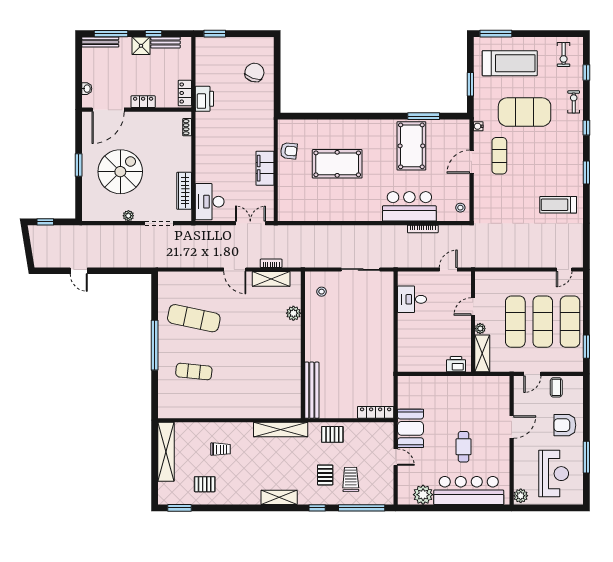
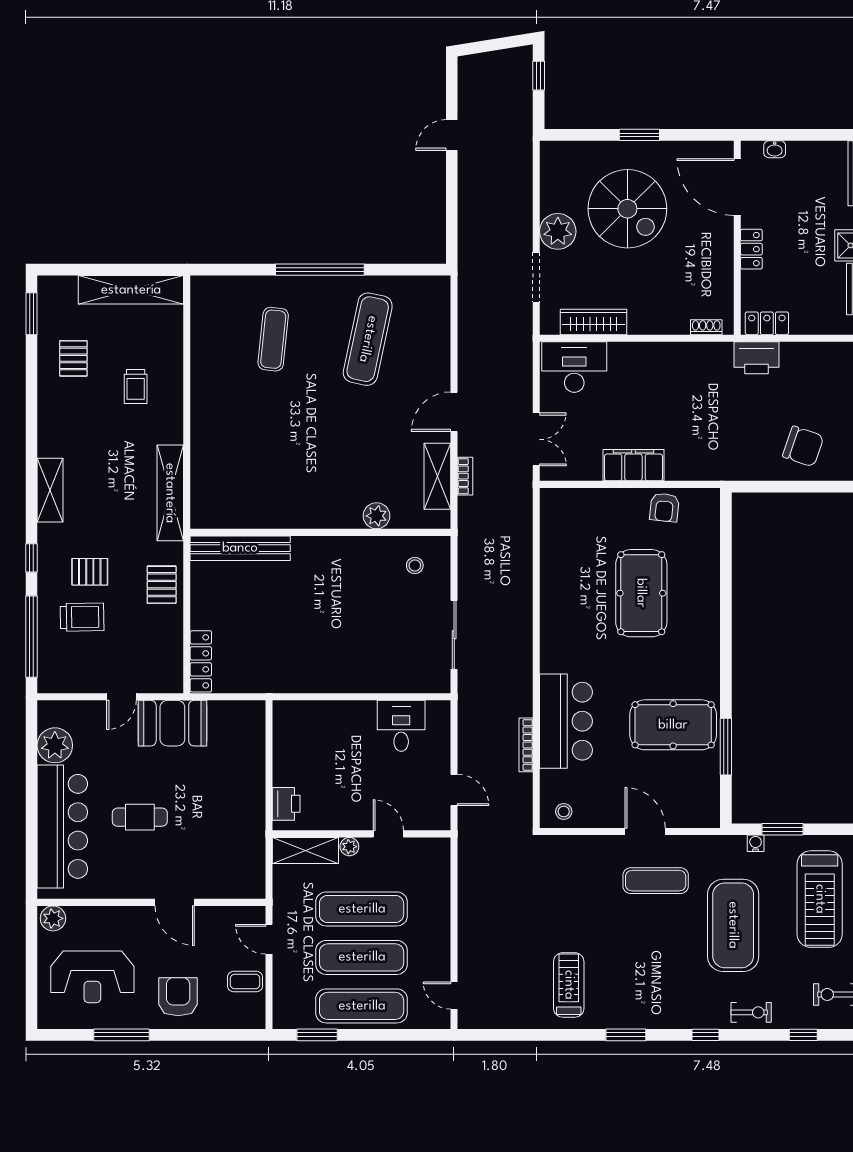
water cooler: (478, 126) -> (756, 843), moved
plant: (128, 216) -> (558, 231), width x1.88, depth x1.88

